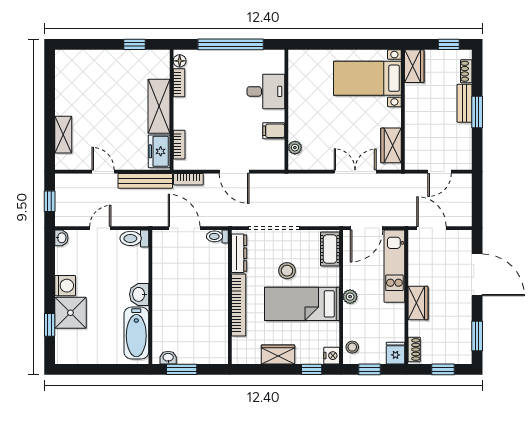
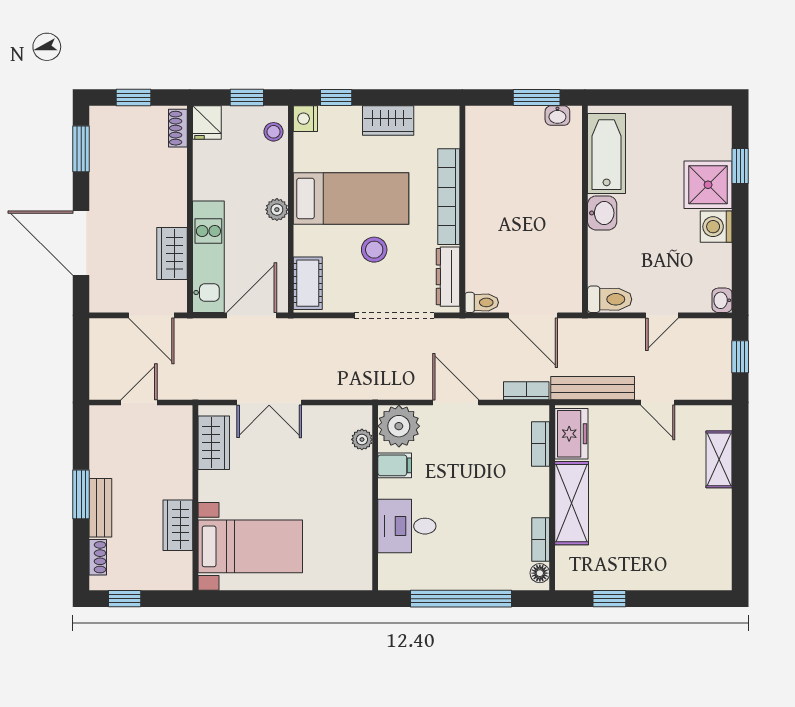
wardrobe: (414, 66) -> (178, 525), moved
plant: (271, 156) -> (399, 426), added
wardrobe: (418, 303) -> (172, 254), moved

